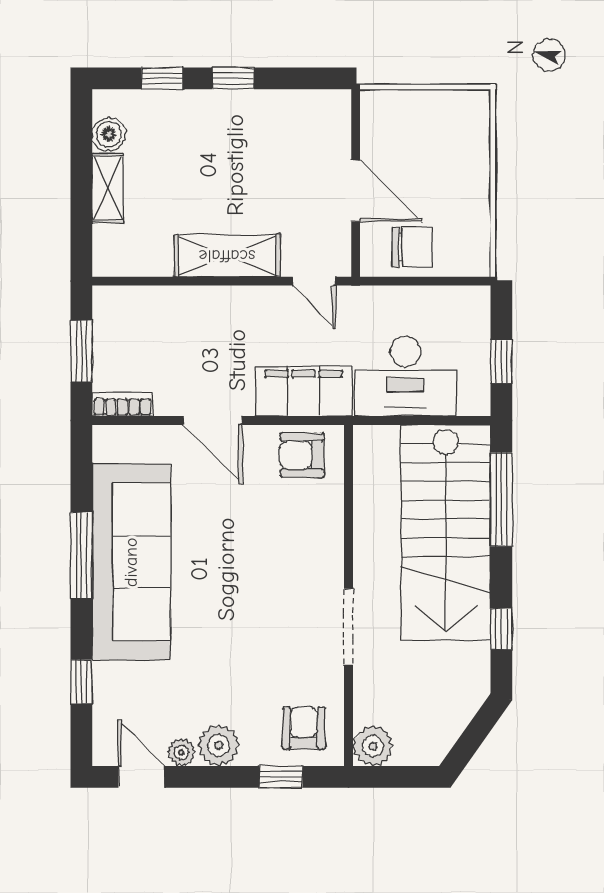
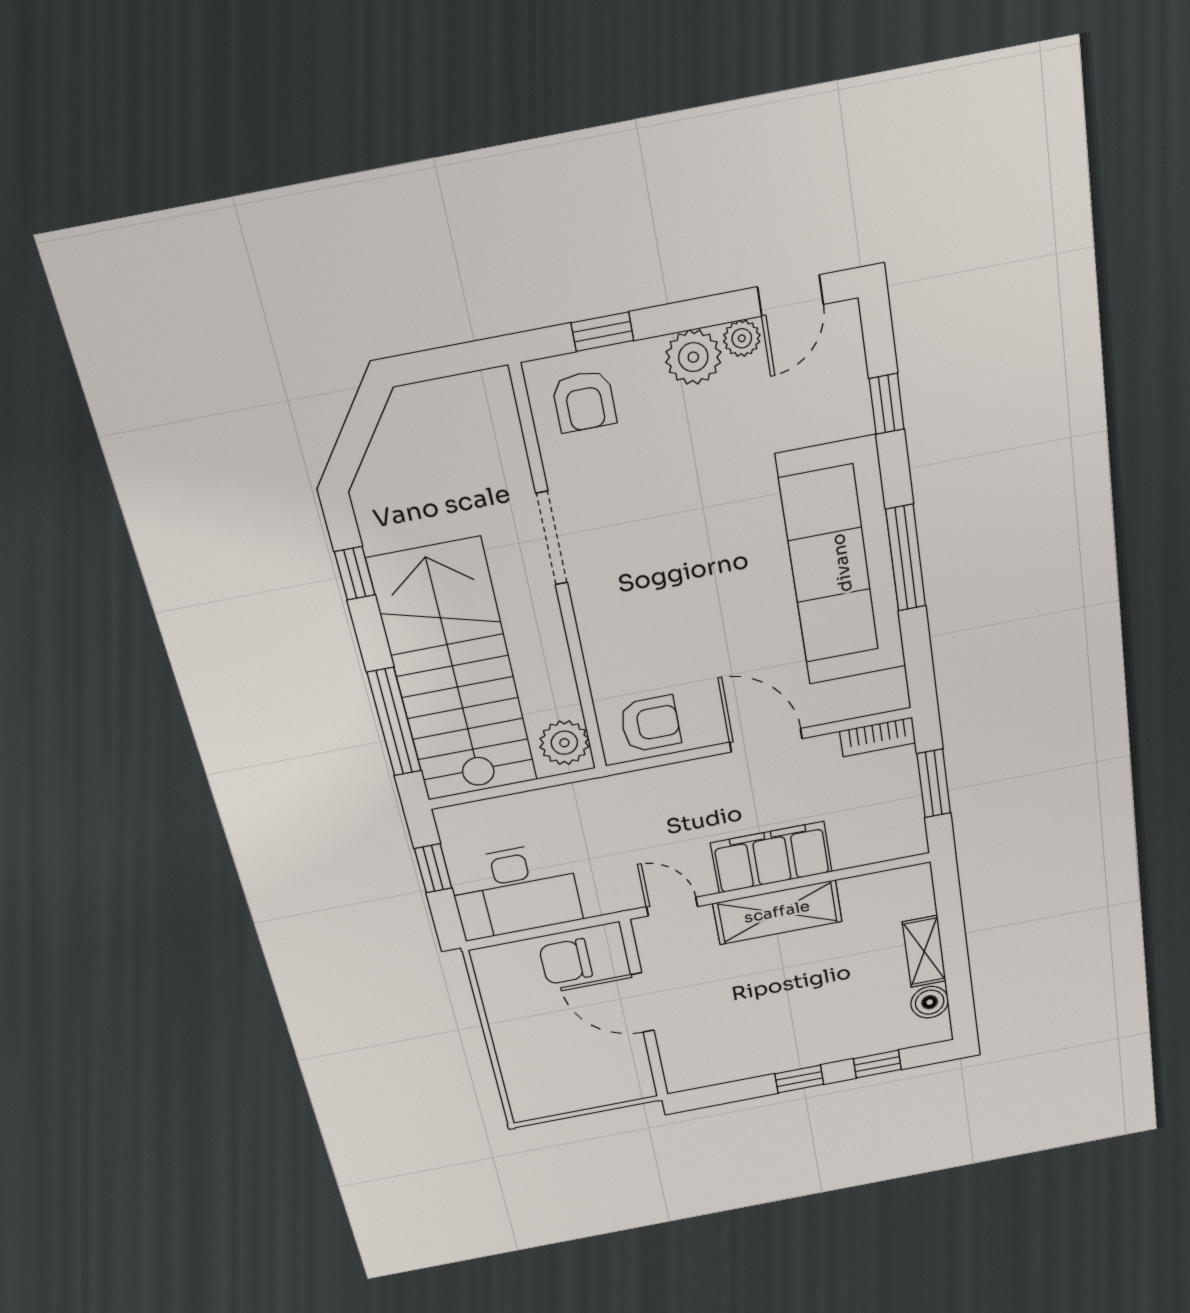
desk: (405, 376) -> (515, 891), moved, turned 180
filing cabinet: (304, 391) -> (771, 857), moved, turned 180
plant: (373, 746) -> (564, 743), moved
door: (141, 777) -> (790, 296), hinge flipped

